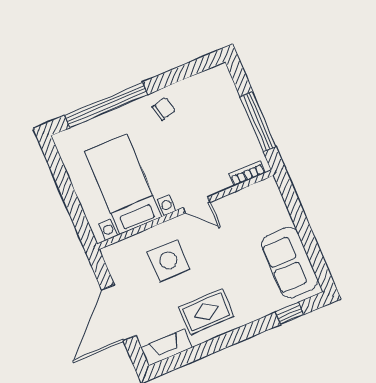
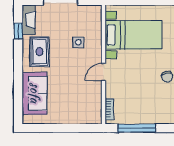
side table: (168, 261) -> (78, 42), width x0.54, depth x0.54
sofa: (290, 263) -> (35, 93), moved, turned 90
window: (290, 313) -> (18, 31), moved

